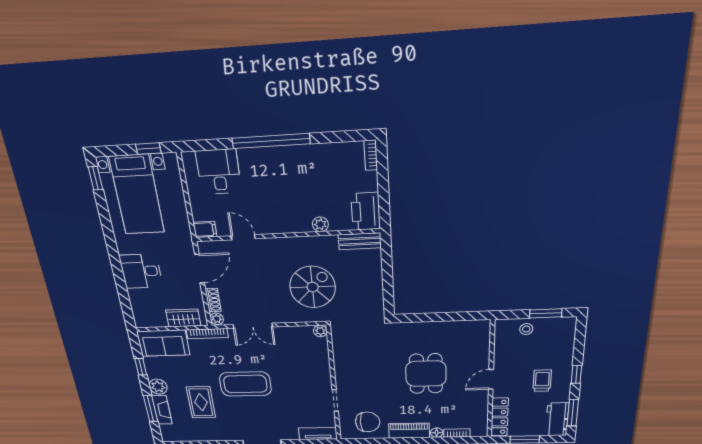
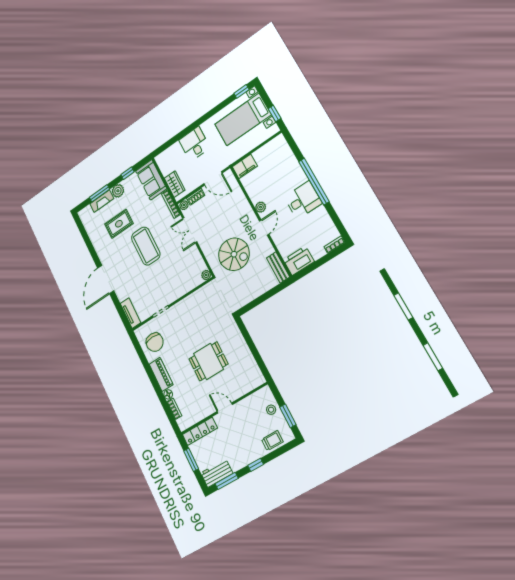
desk: (219, 172) -> (303, 200), moved
plant: (320, 224) -> (261, 207), moved
filing cabinet: (205, 229) -> (245, 166), width x2.00
door: (243, 237) -> (264, 227), moved
trolley: (542, 381) -> (272, 441), moved

